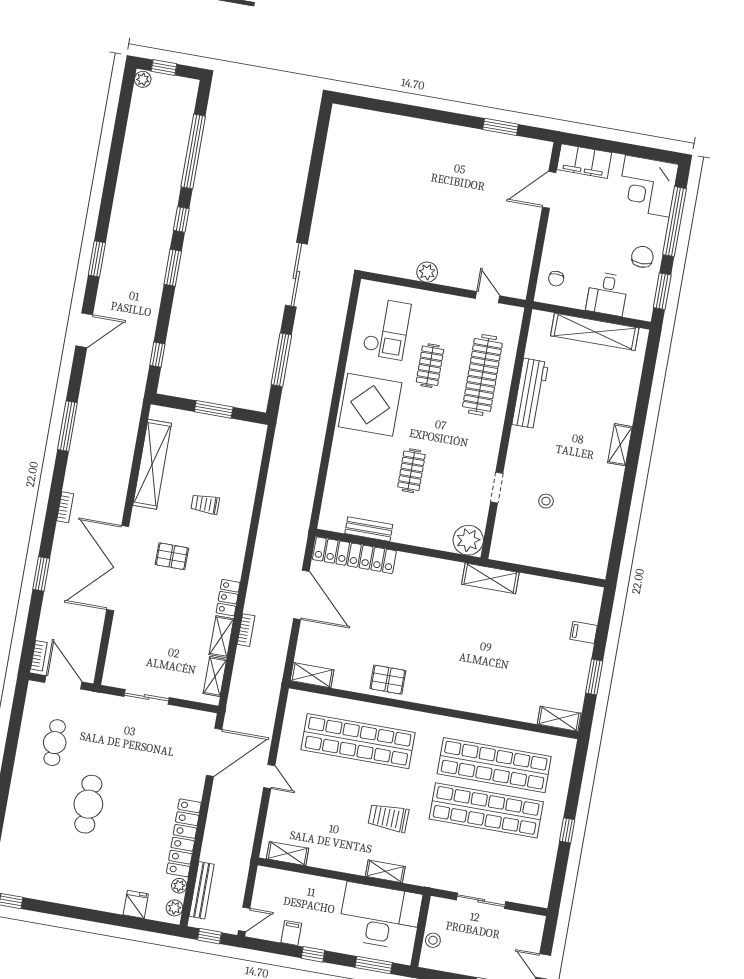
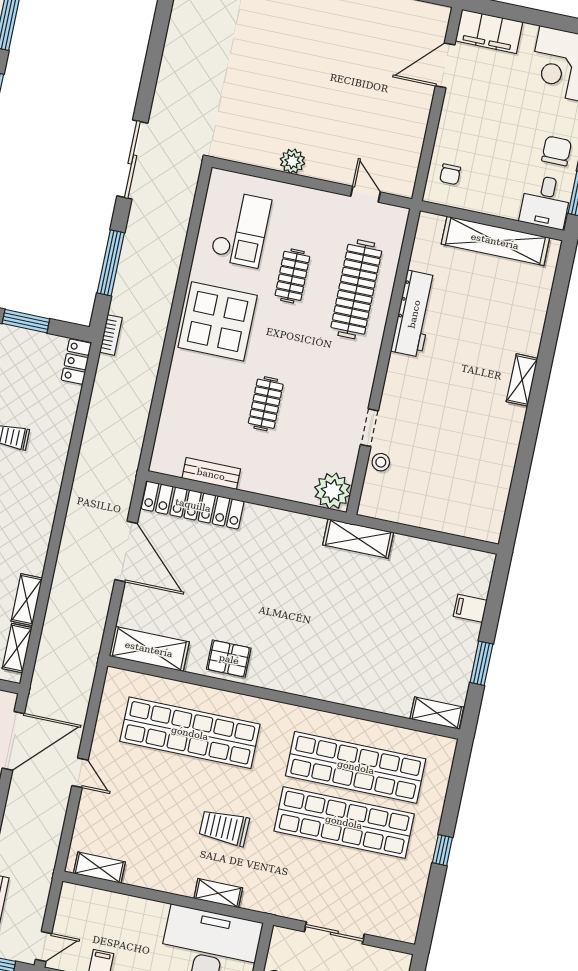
desk: (607, 294) -> (546, 202), moved
stool: (546, 501) -> (381, 462), moved
locker: (228, 598) -> (76, 362), moved
bookcase: (246, 630) -> (111, 335), moved
shelving: (312, 675) -> (149, 649), width x1.50, depth x1.33

